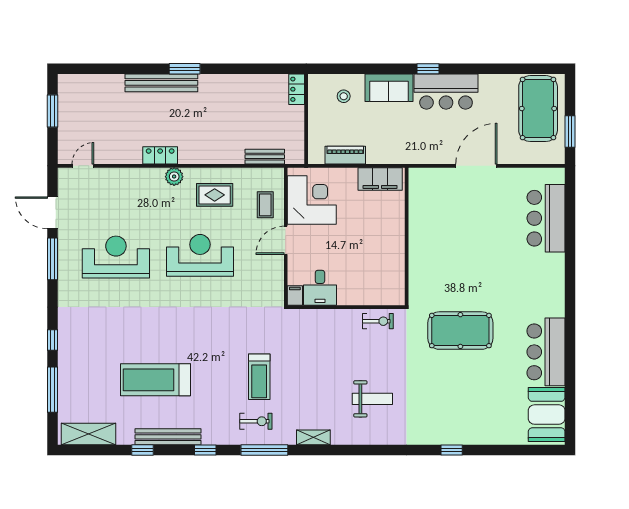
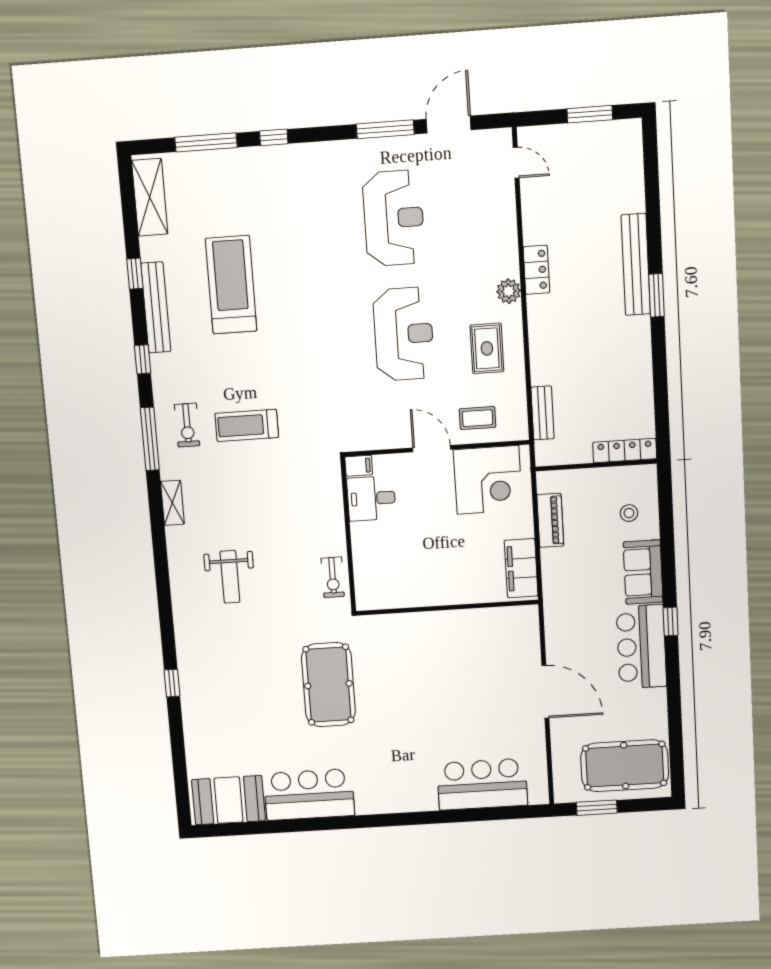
locker: (297, 89) -> (625, 451), width x1.53

